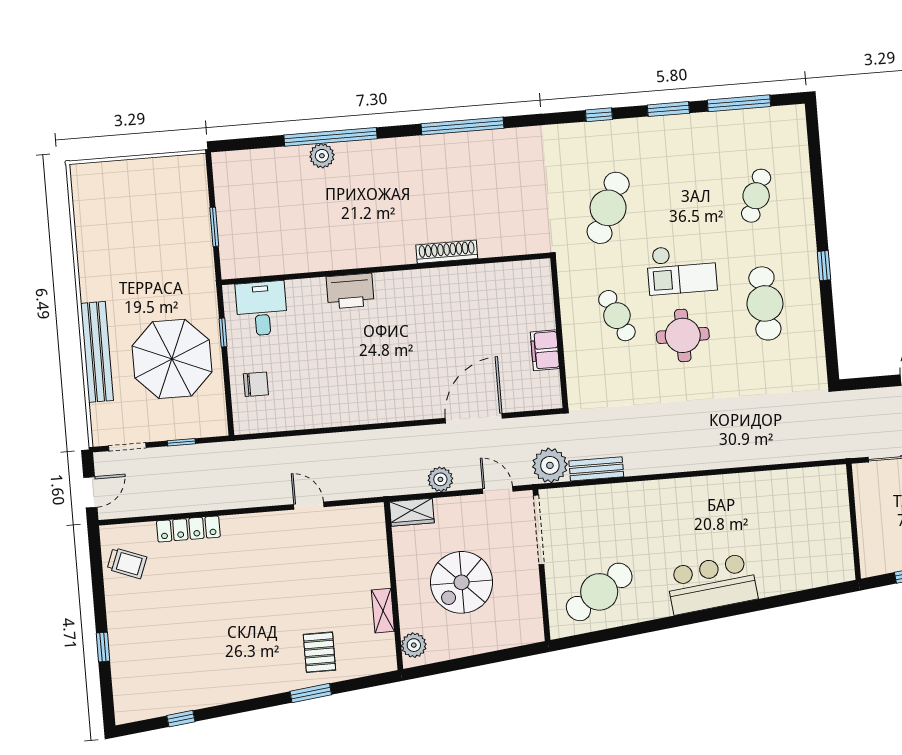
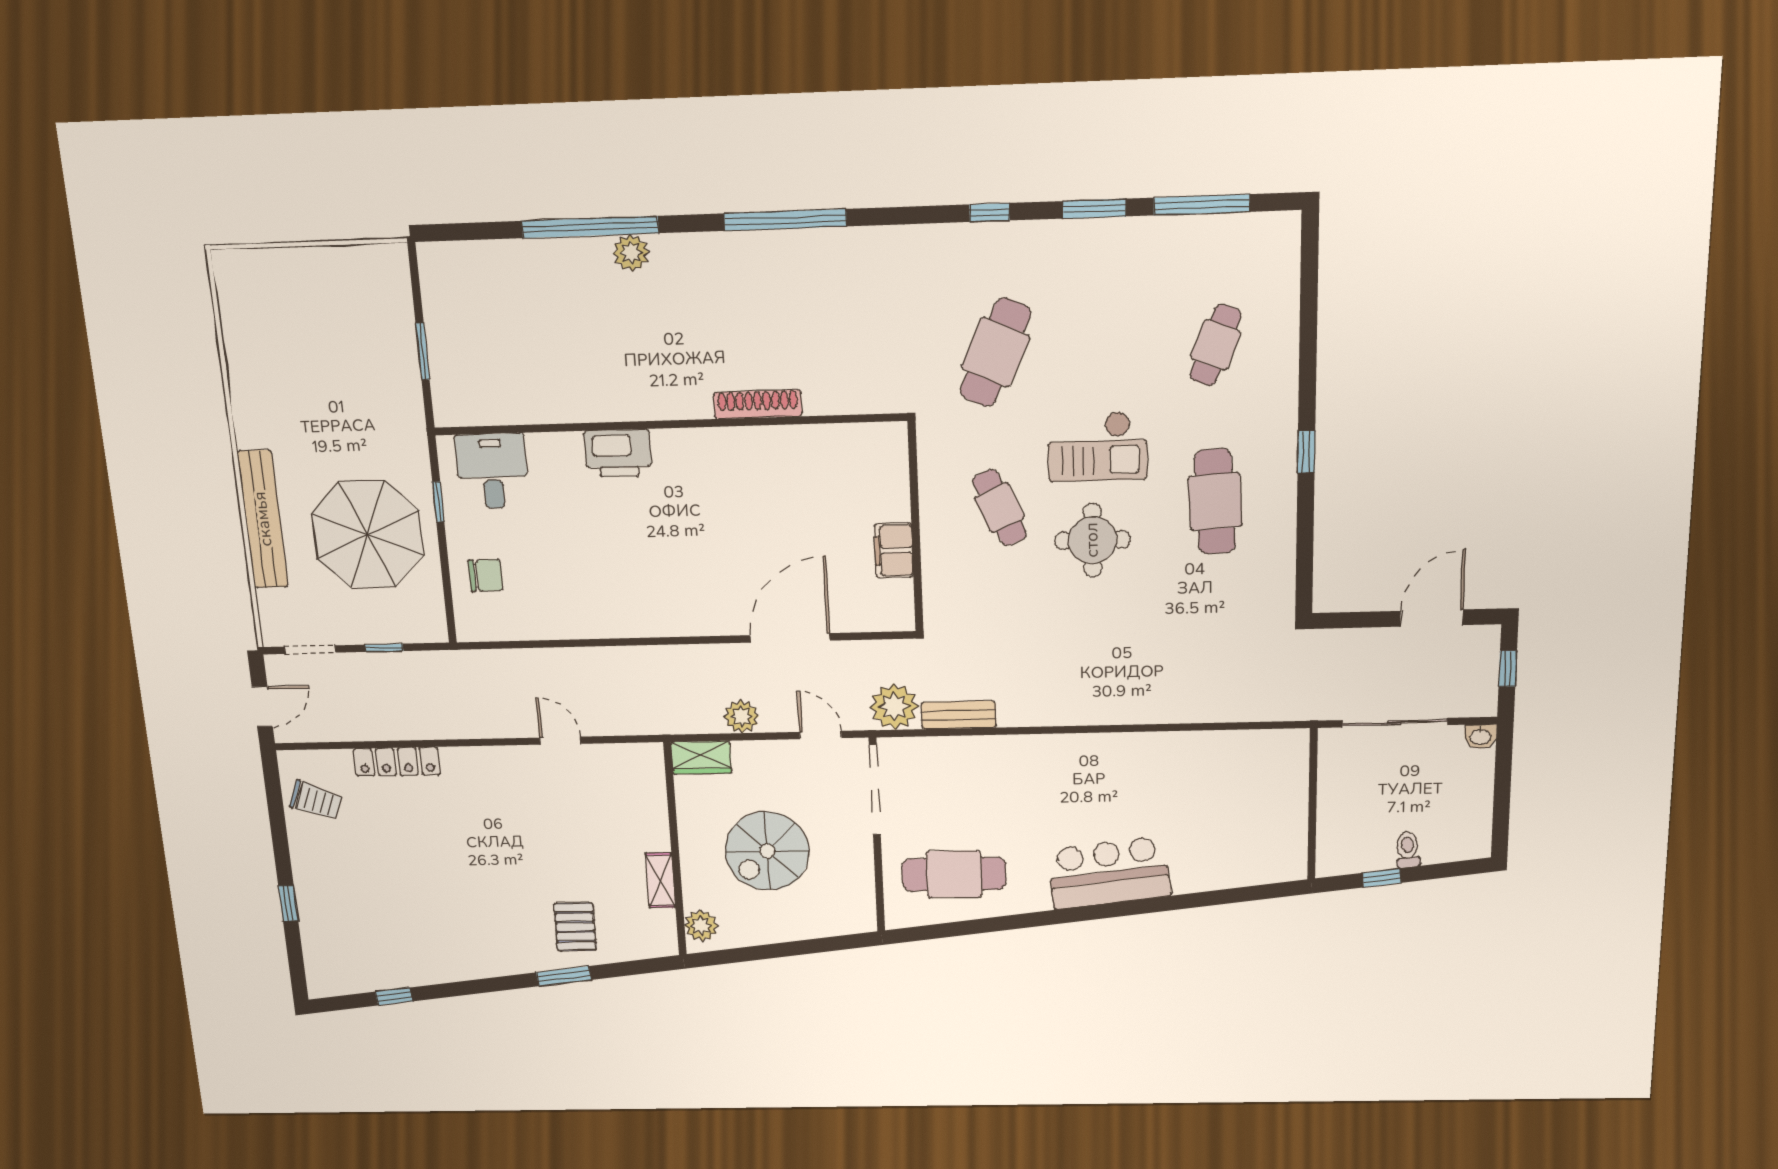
plant: (322, 156) -> (631, 253), moved
cafe table: (599, 592) -> (954, 874), turned 34

